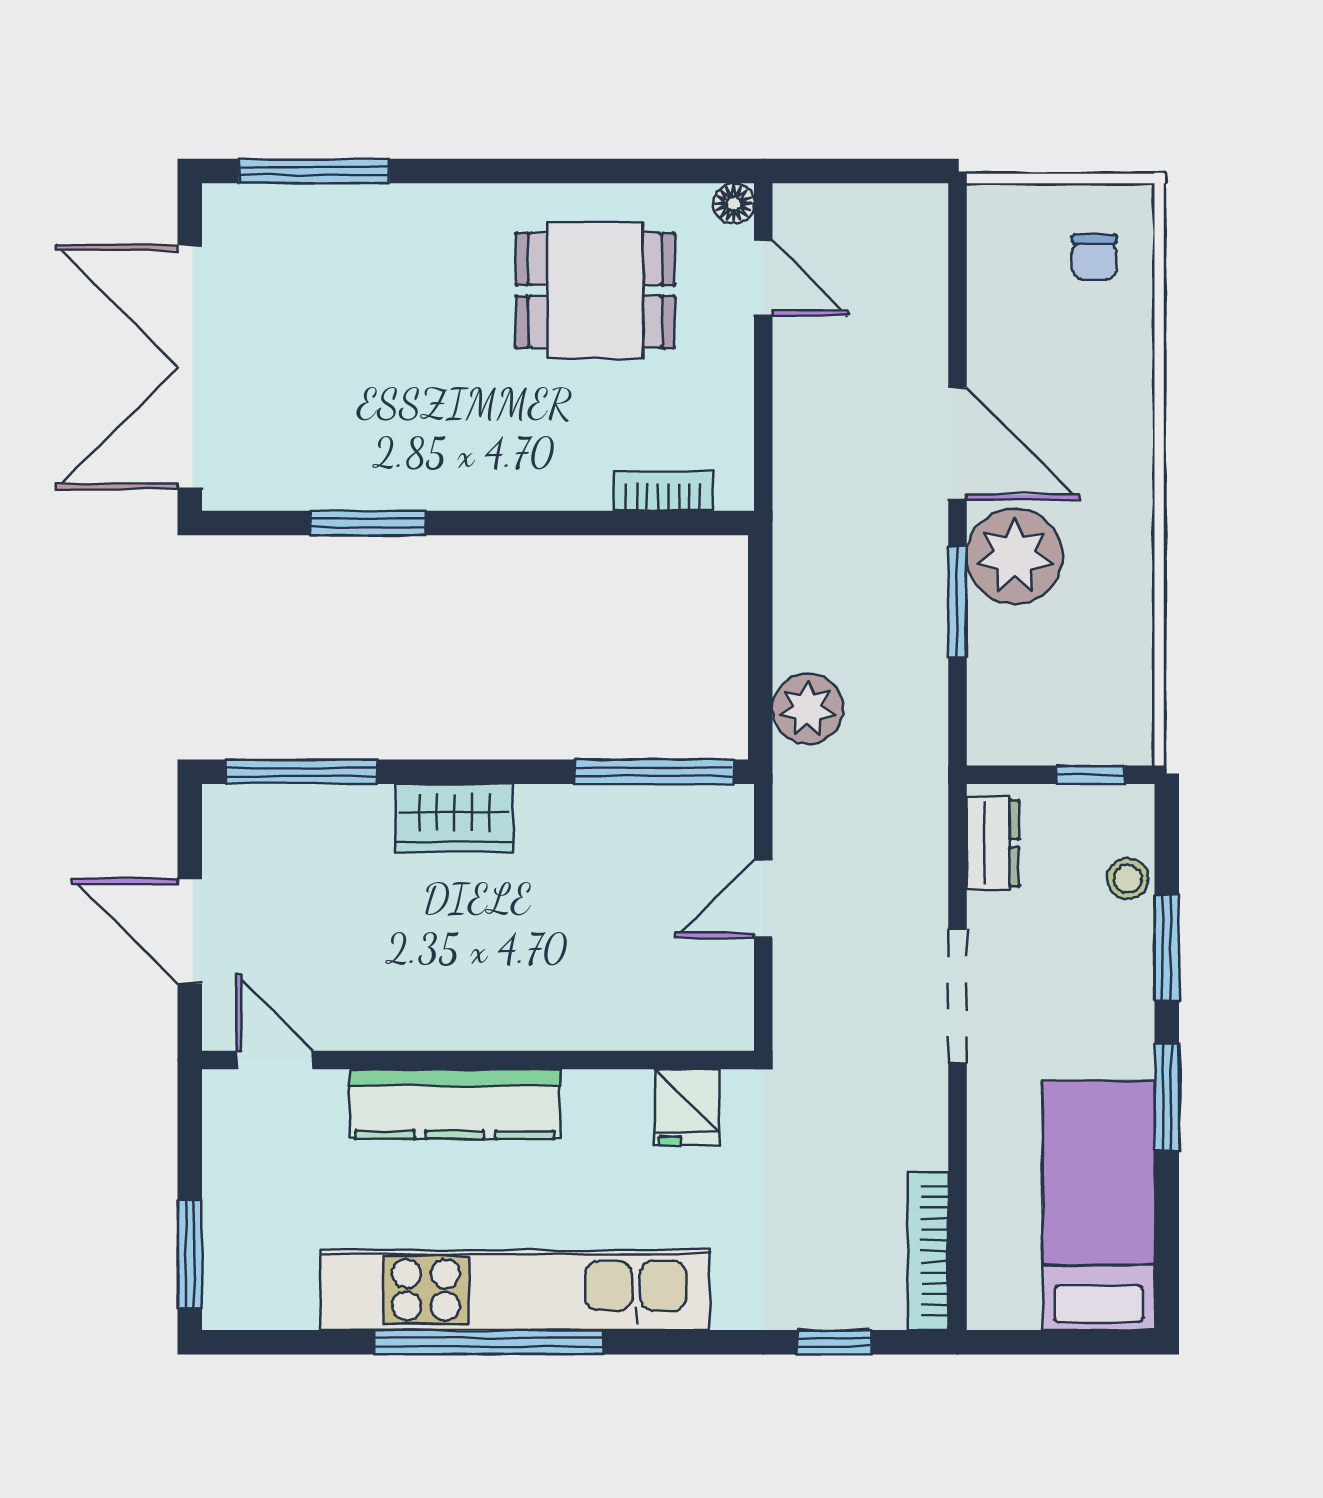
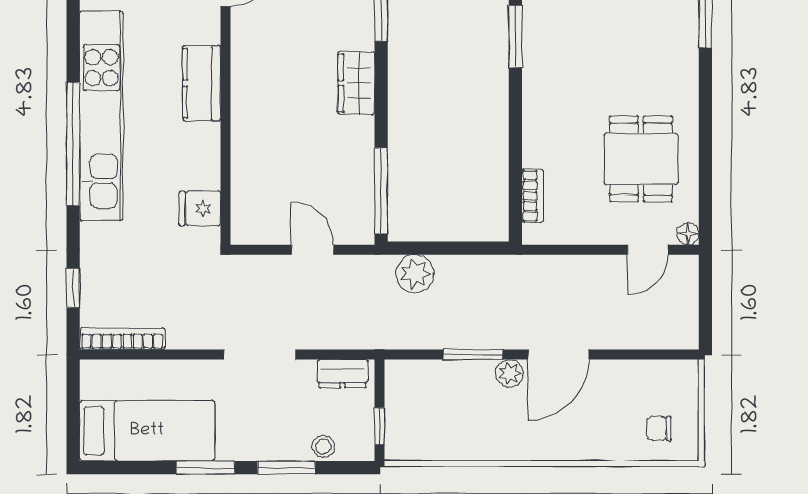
plant: (1014, 556) -> (509, 373), width x0.53, depth x0.53
kitchen counter: (455, 1104) -> (202, 83), width x0.67
window: (489, 1342) -> (73, 144), moved

